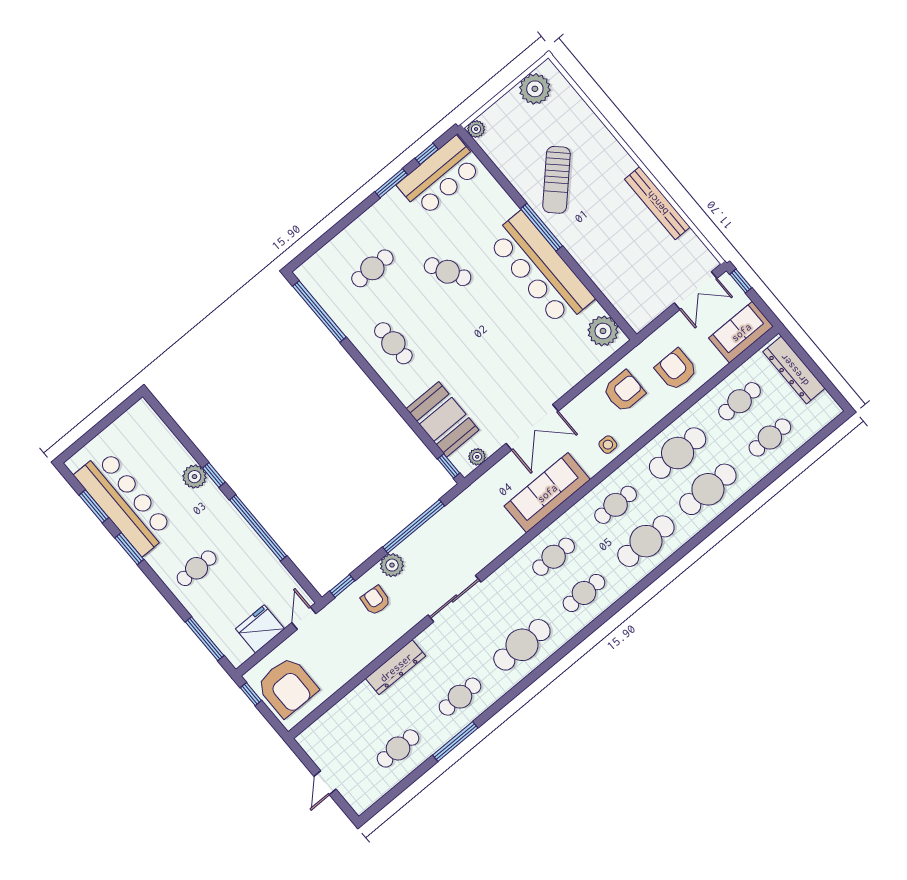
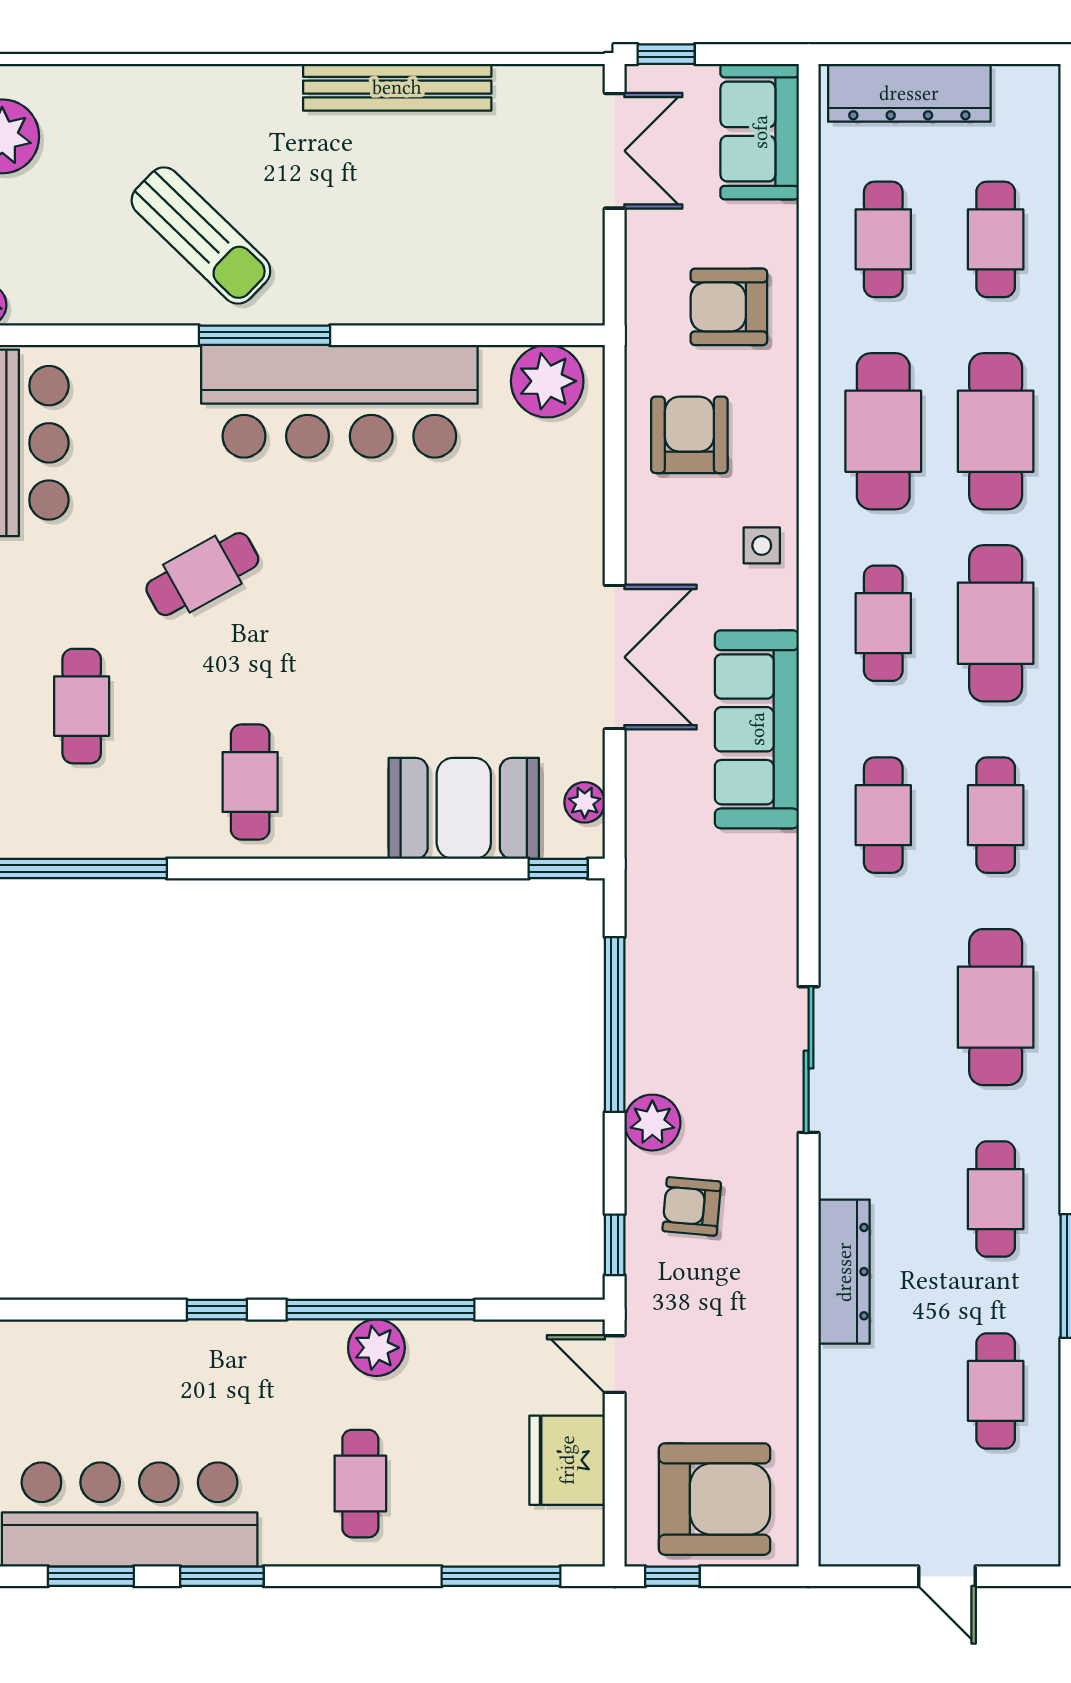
cafe table: (393, 343) -> (250, 782), turned 90
plant: (194, 477) -> (376, 1348), moved

